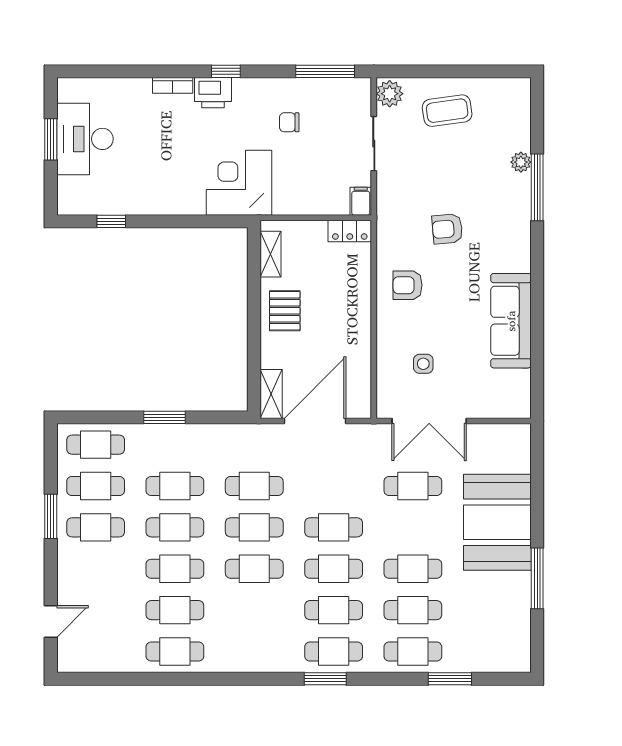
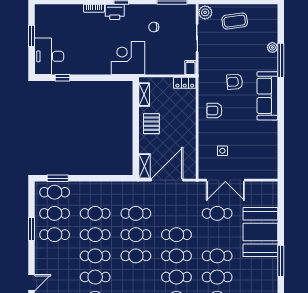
desk: (85, 139) -> (49, 56), moved
sofa: (511, 321) -> (267, 96), moved
window: (165, 417) -> (58, 178), moved

